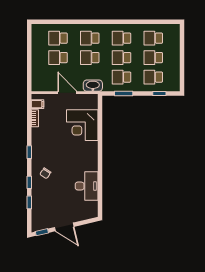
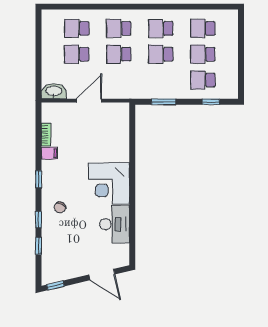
school desk: (121, 77) -> (161, 80), removed
washbasin: (93, 86) -> (54, 91), moved
door: (67, 93) -> (89, 101), hinge flipped
filing cabinet: (37, 104) -> (49, 153), moved
corner desk: (82, 125) -> (109, 183), moved
door: (64, 227) -> (102, 275), moved

